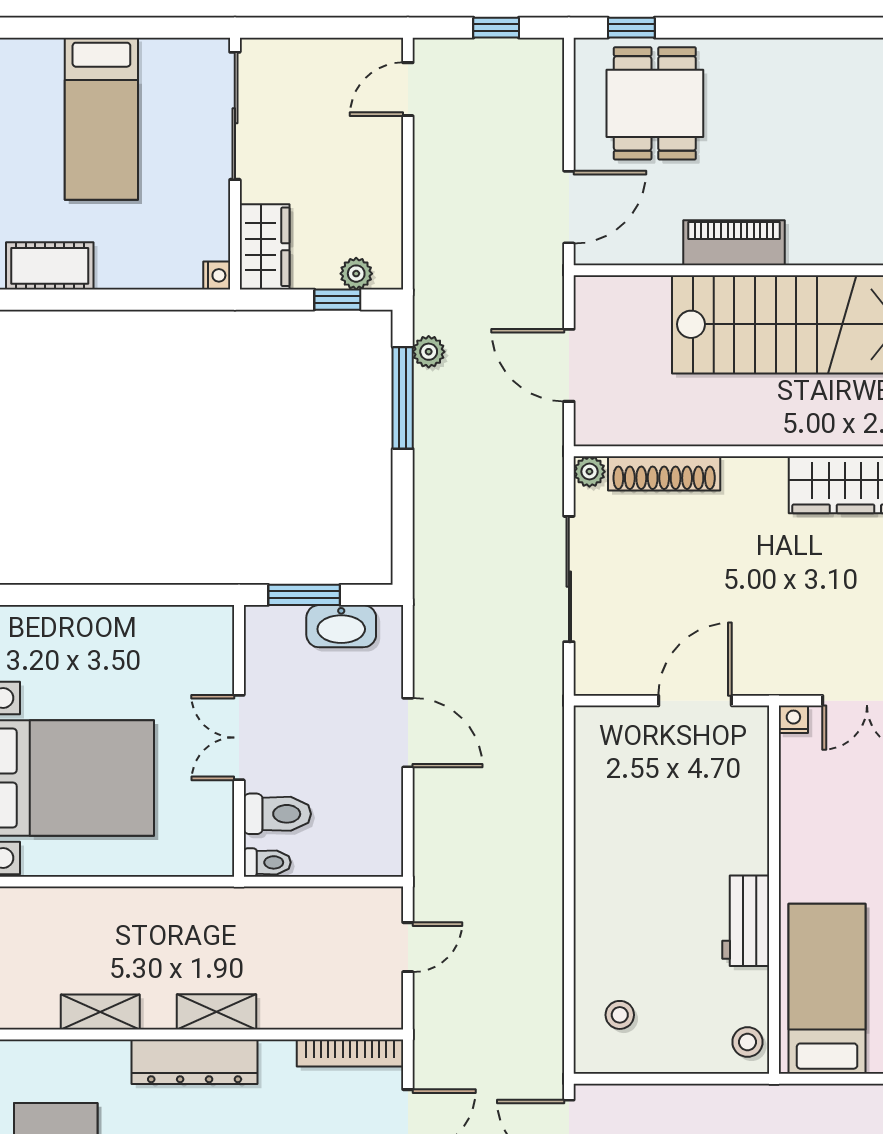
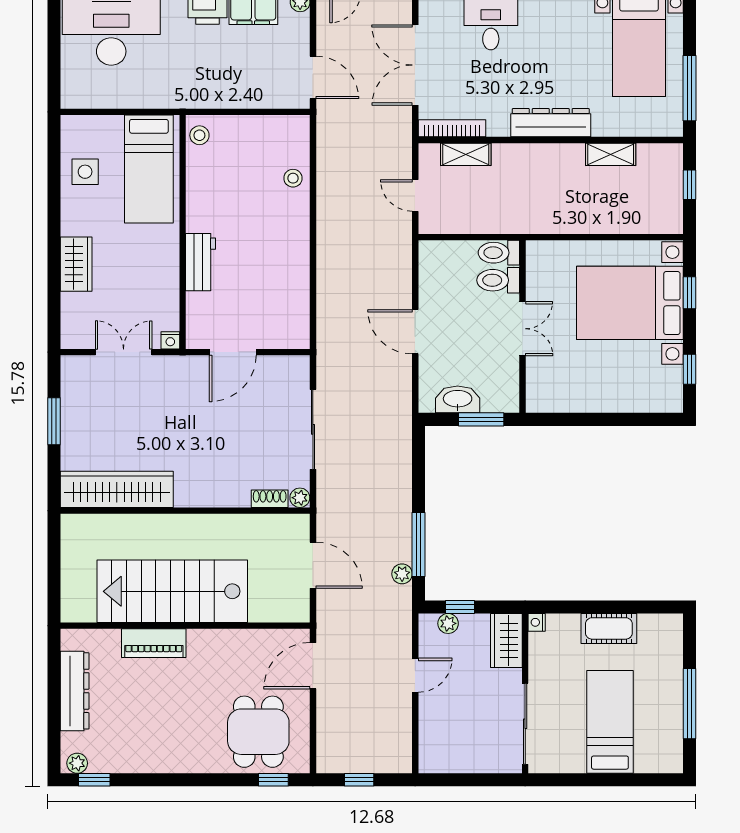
door: (408, 89) -> (415, 675), moved
piano: (734, 243) -> (154, 643), moved
cot: (50, 266) -> (609, 628), moved
shoe rack: (664, 473) -> (270, 499), width x0.51, depth x0.81
toilet: (267, 862) -> (499, 253), width x1.37, depth x1.39
workbench: (746, 921) -> (201, 262), moved
door: (408, 947) -> (415, 195), hinge flipped
shelving: (216, 1012) -> (466, 154), moved
stool: (620, 1015) -> (293, 178), moved

